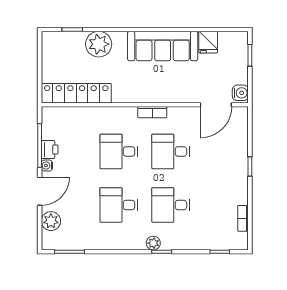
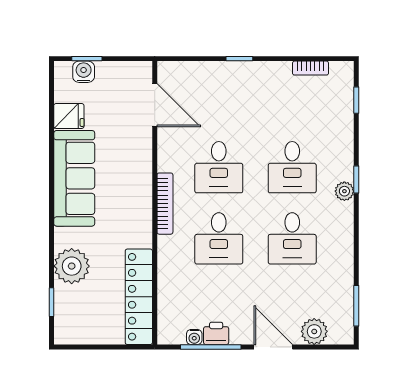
water cooler: (240, 93) -> (84, 72), moved
bookcase: (152, 112) -> (165, 204), width x1.56
water cooler: (47, 166) -> (194, 337), moved

